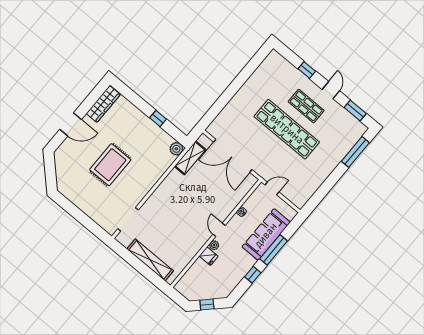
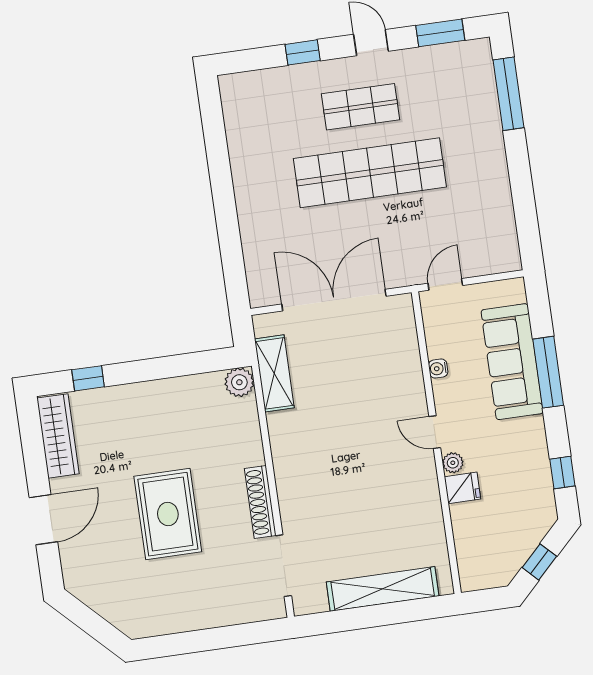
window: (158, 118) -> (88, 378), moved
double door: (233, 156) -> (334, 300), swing flipped
shoe rack: (142, 192) -> (260, 502), added
window: (253, 275) -> (562, 472), moved

